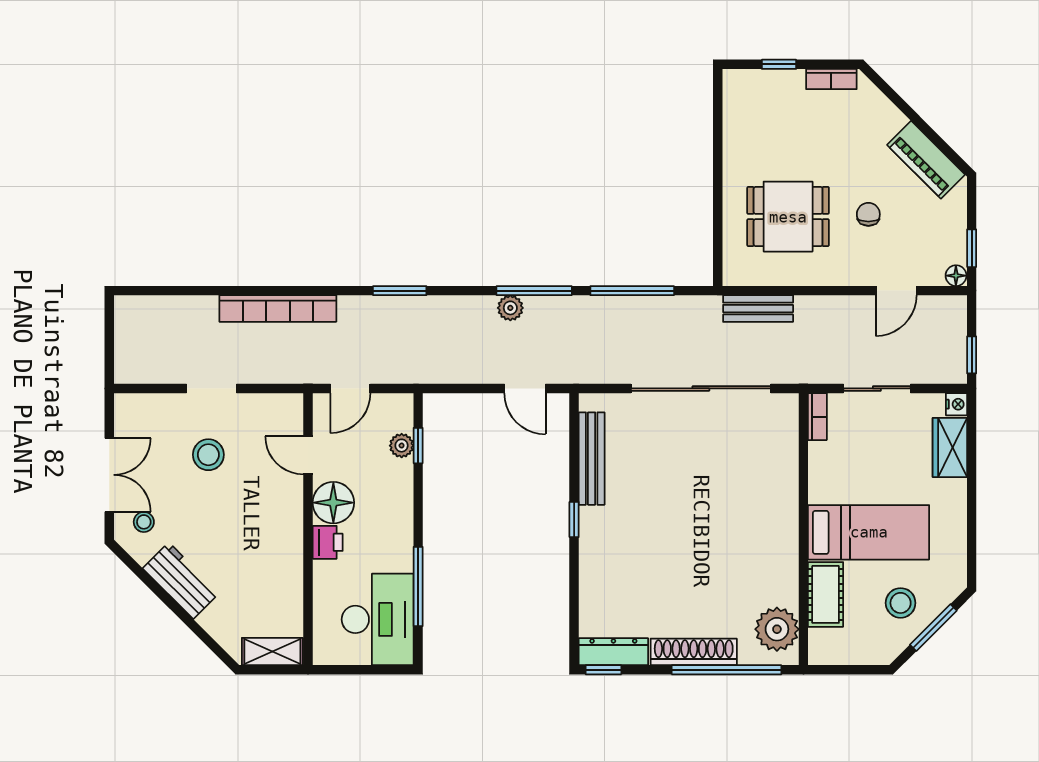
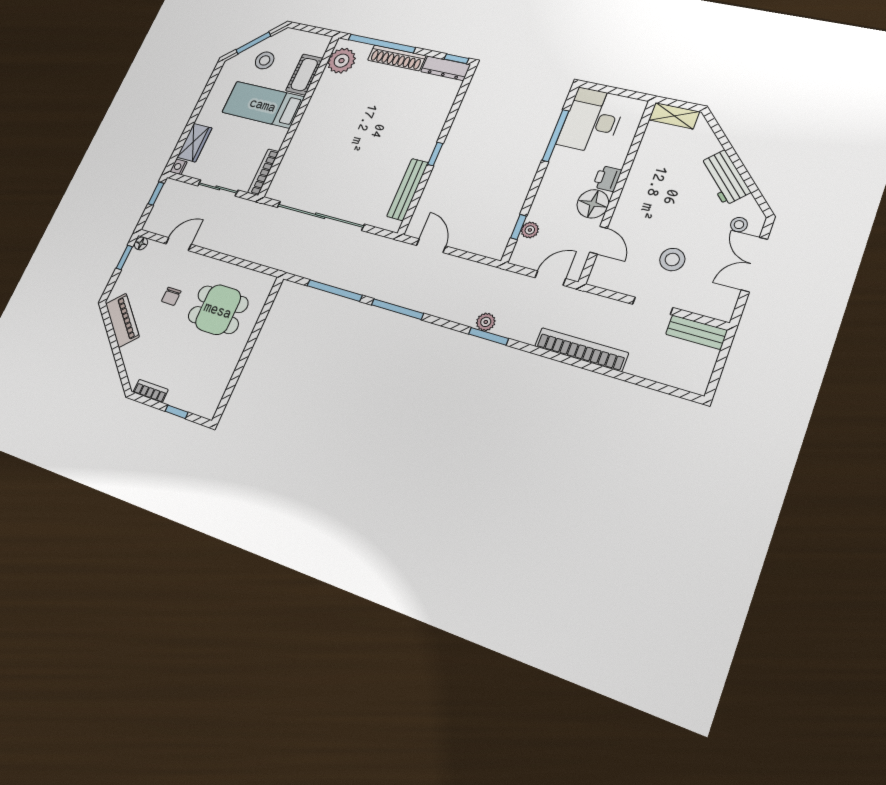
plant: (510, 308) -> (486, 322), moved
bench: (758, 309) -> (696, 332), moved
bookcase: (817, 417) -> (263, 172), width x1.56

